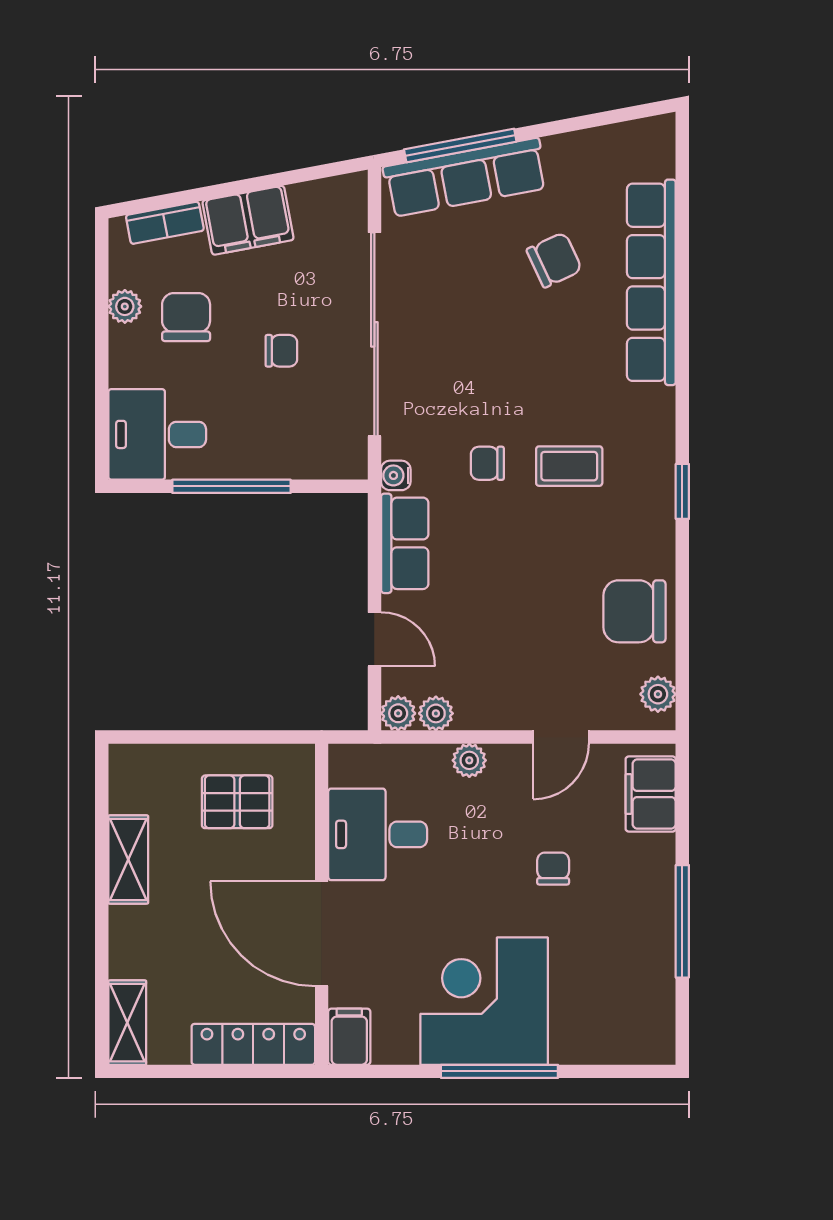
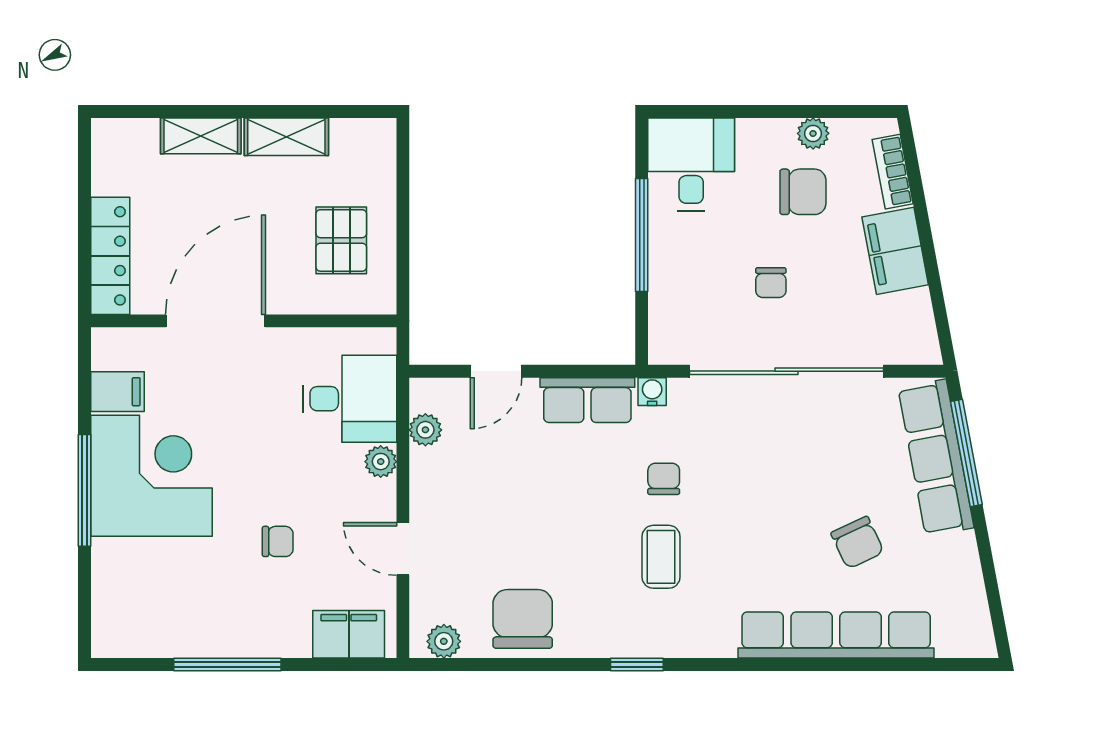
plant: (398, 713) -> (426, 394), removed
desk: (378, 834) -> (350, 399), moved, turned 90
shelving: (127, 1023) -> (201, 136), moved
filing cabinet: (349, 1037) -> (118, 392), moved

